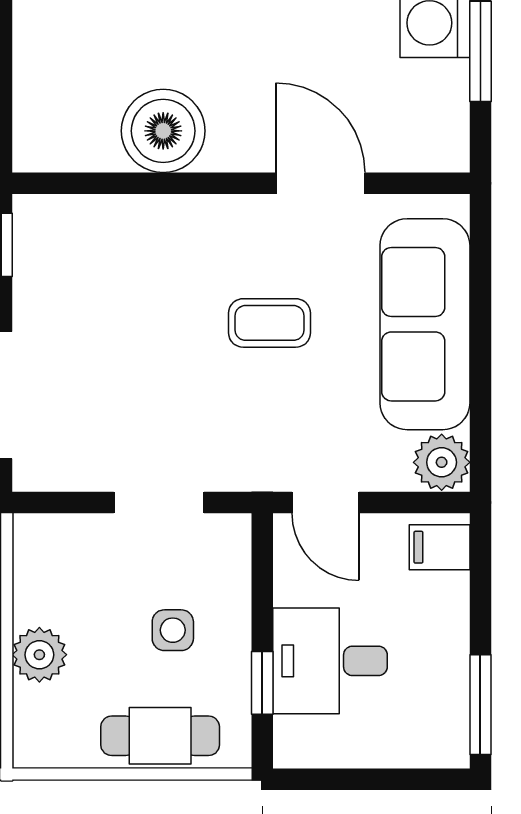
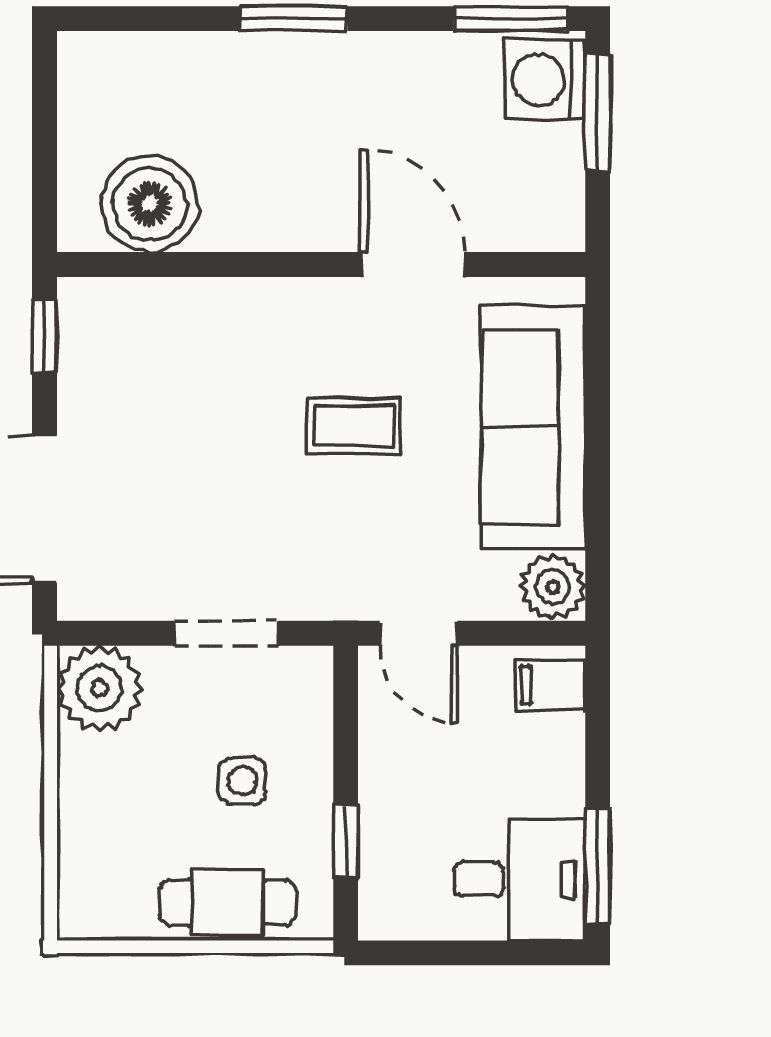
boiler: (163, 131) -> (150, 204), moved
plant: (39, 655) -> (100, 688), moved, width x1.36, depth x1.36
desk: (330, 661) -> (519, 879), moved, turned 180

